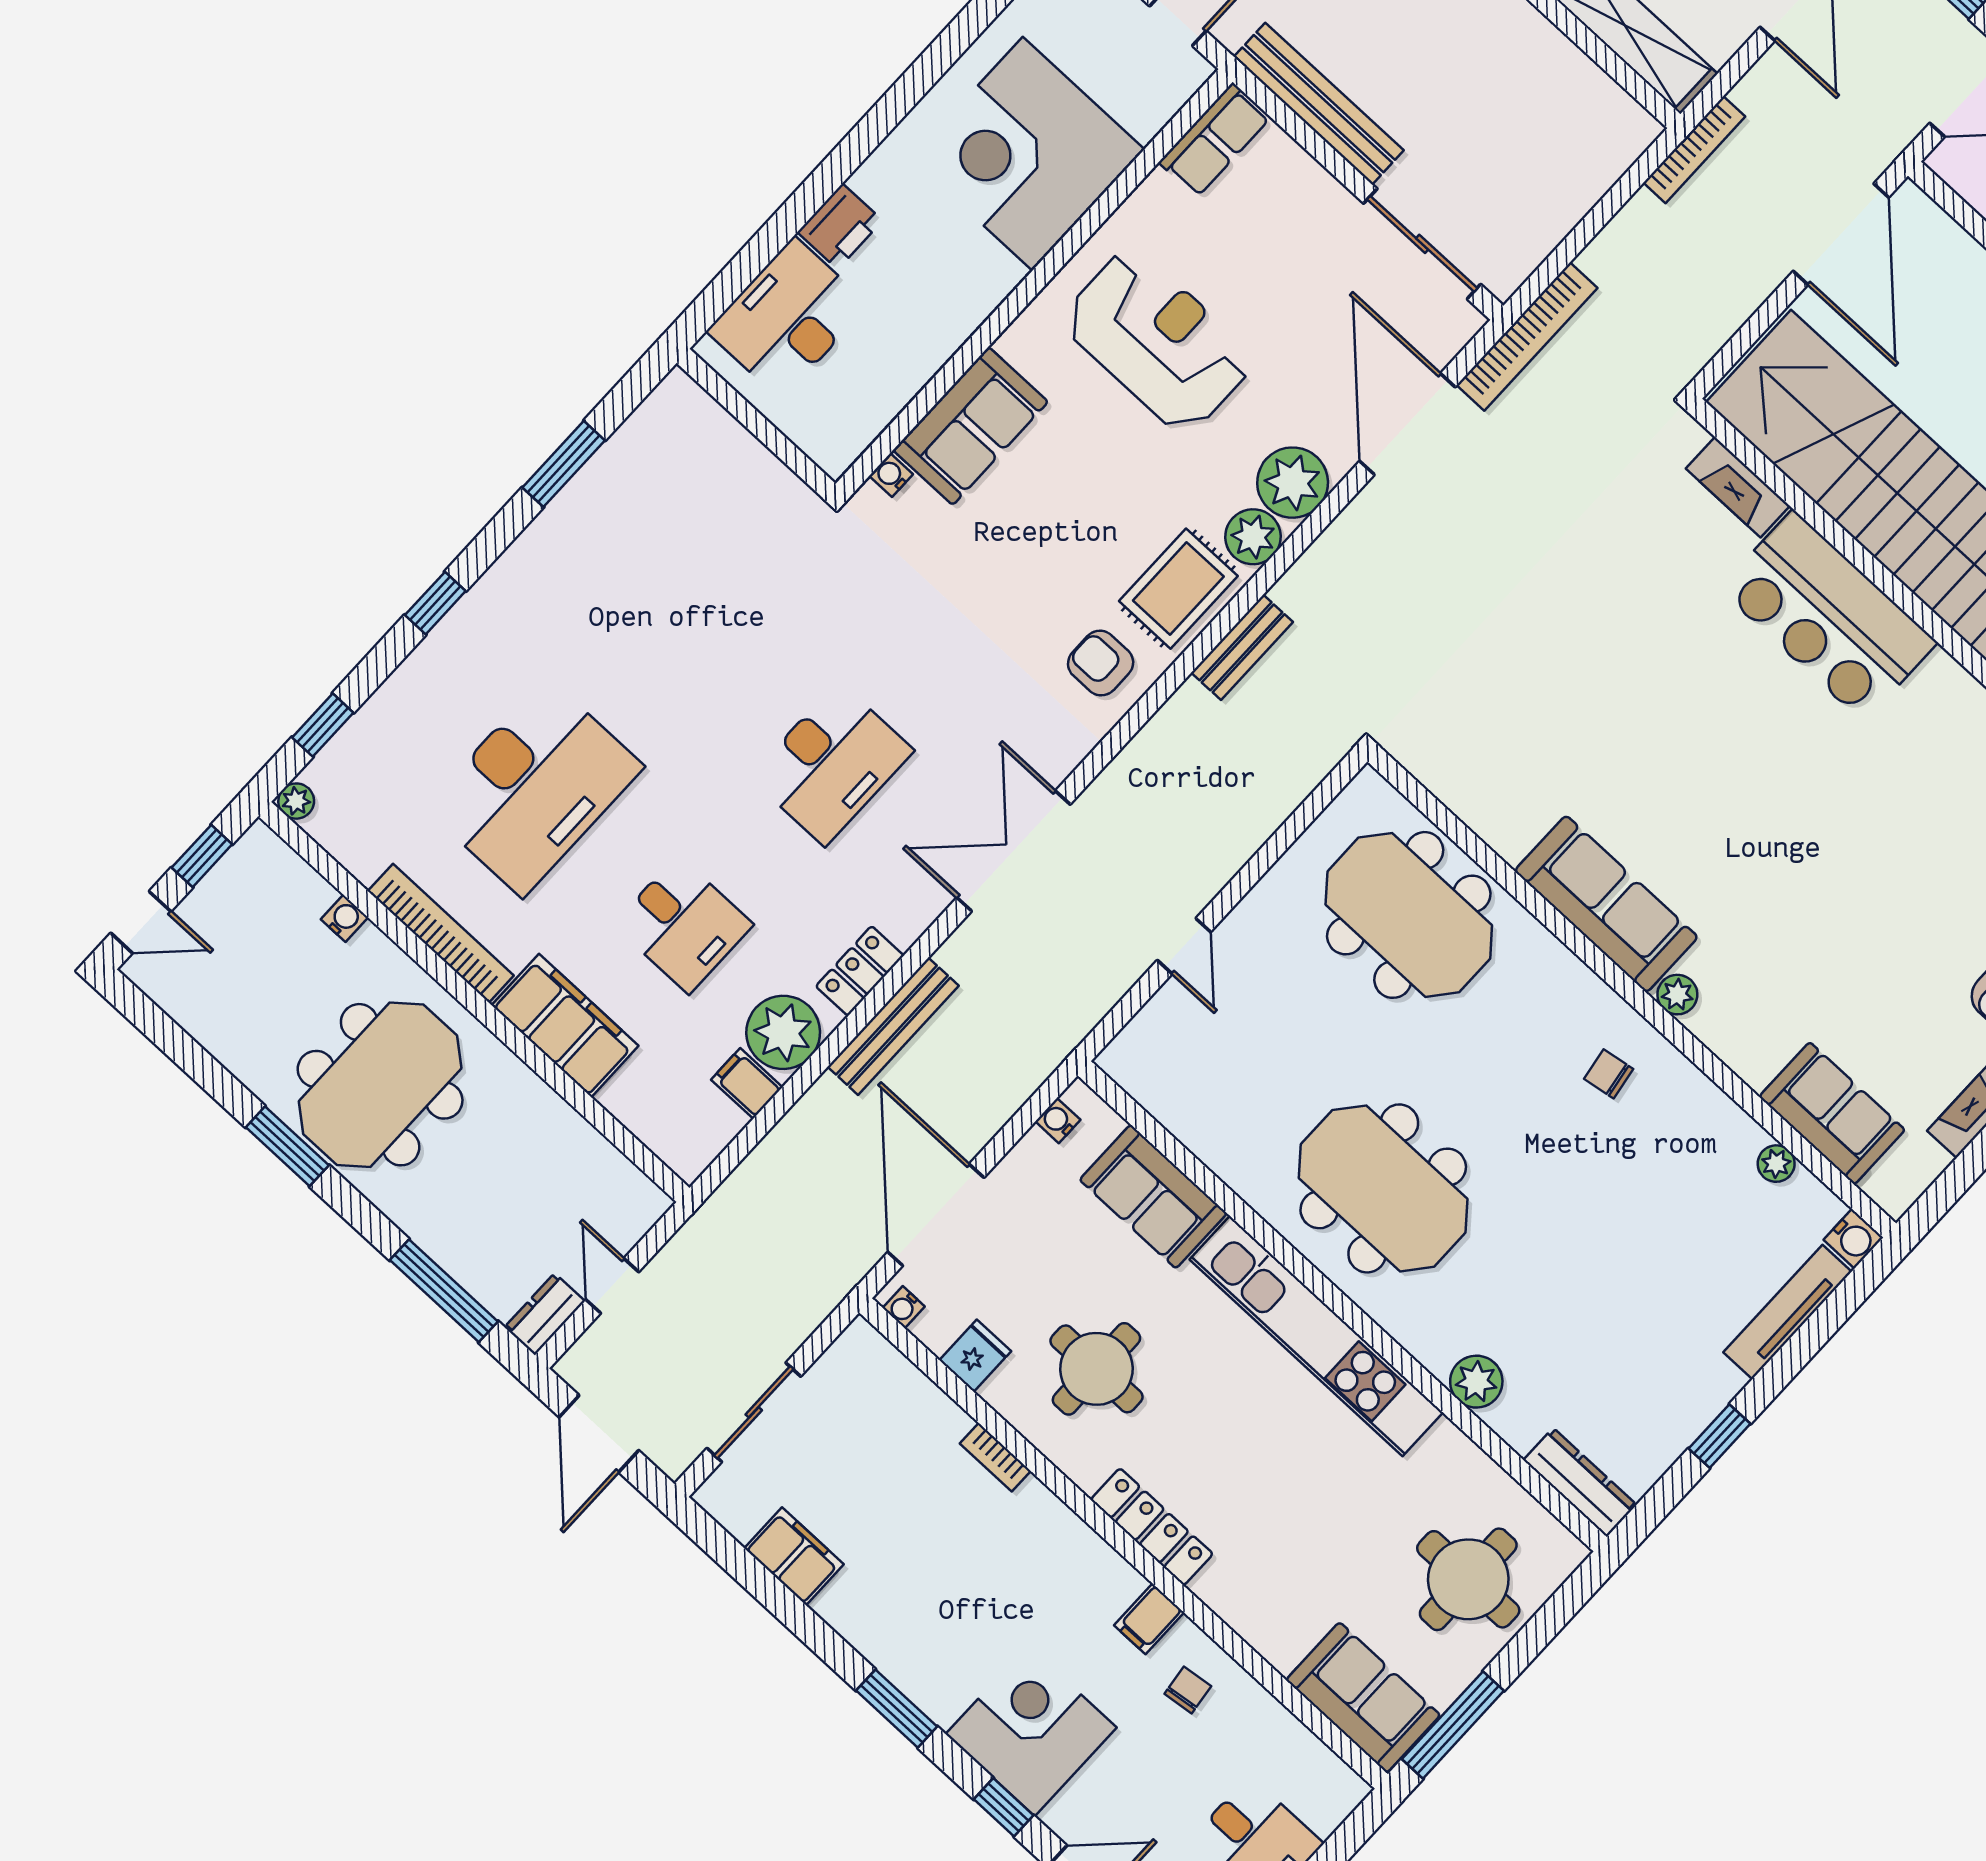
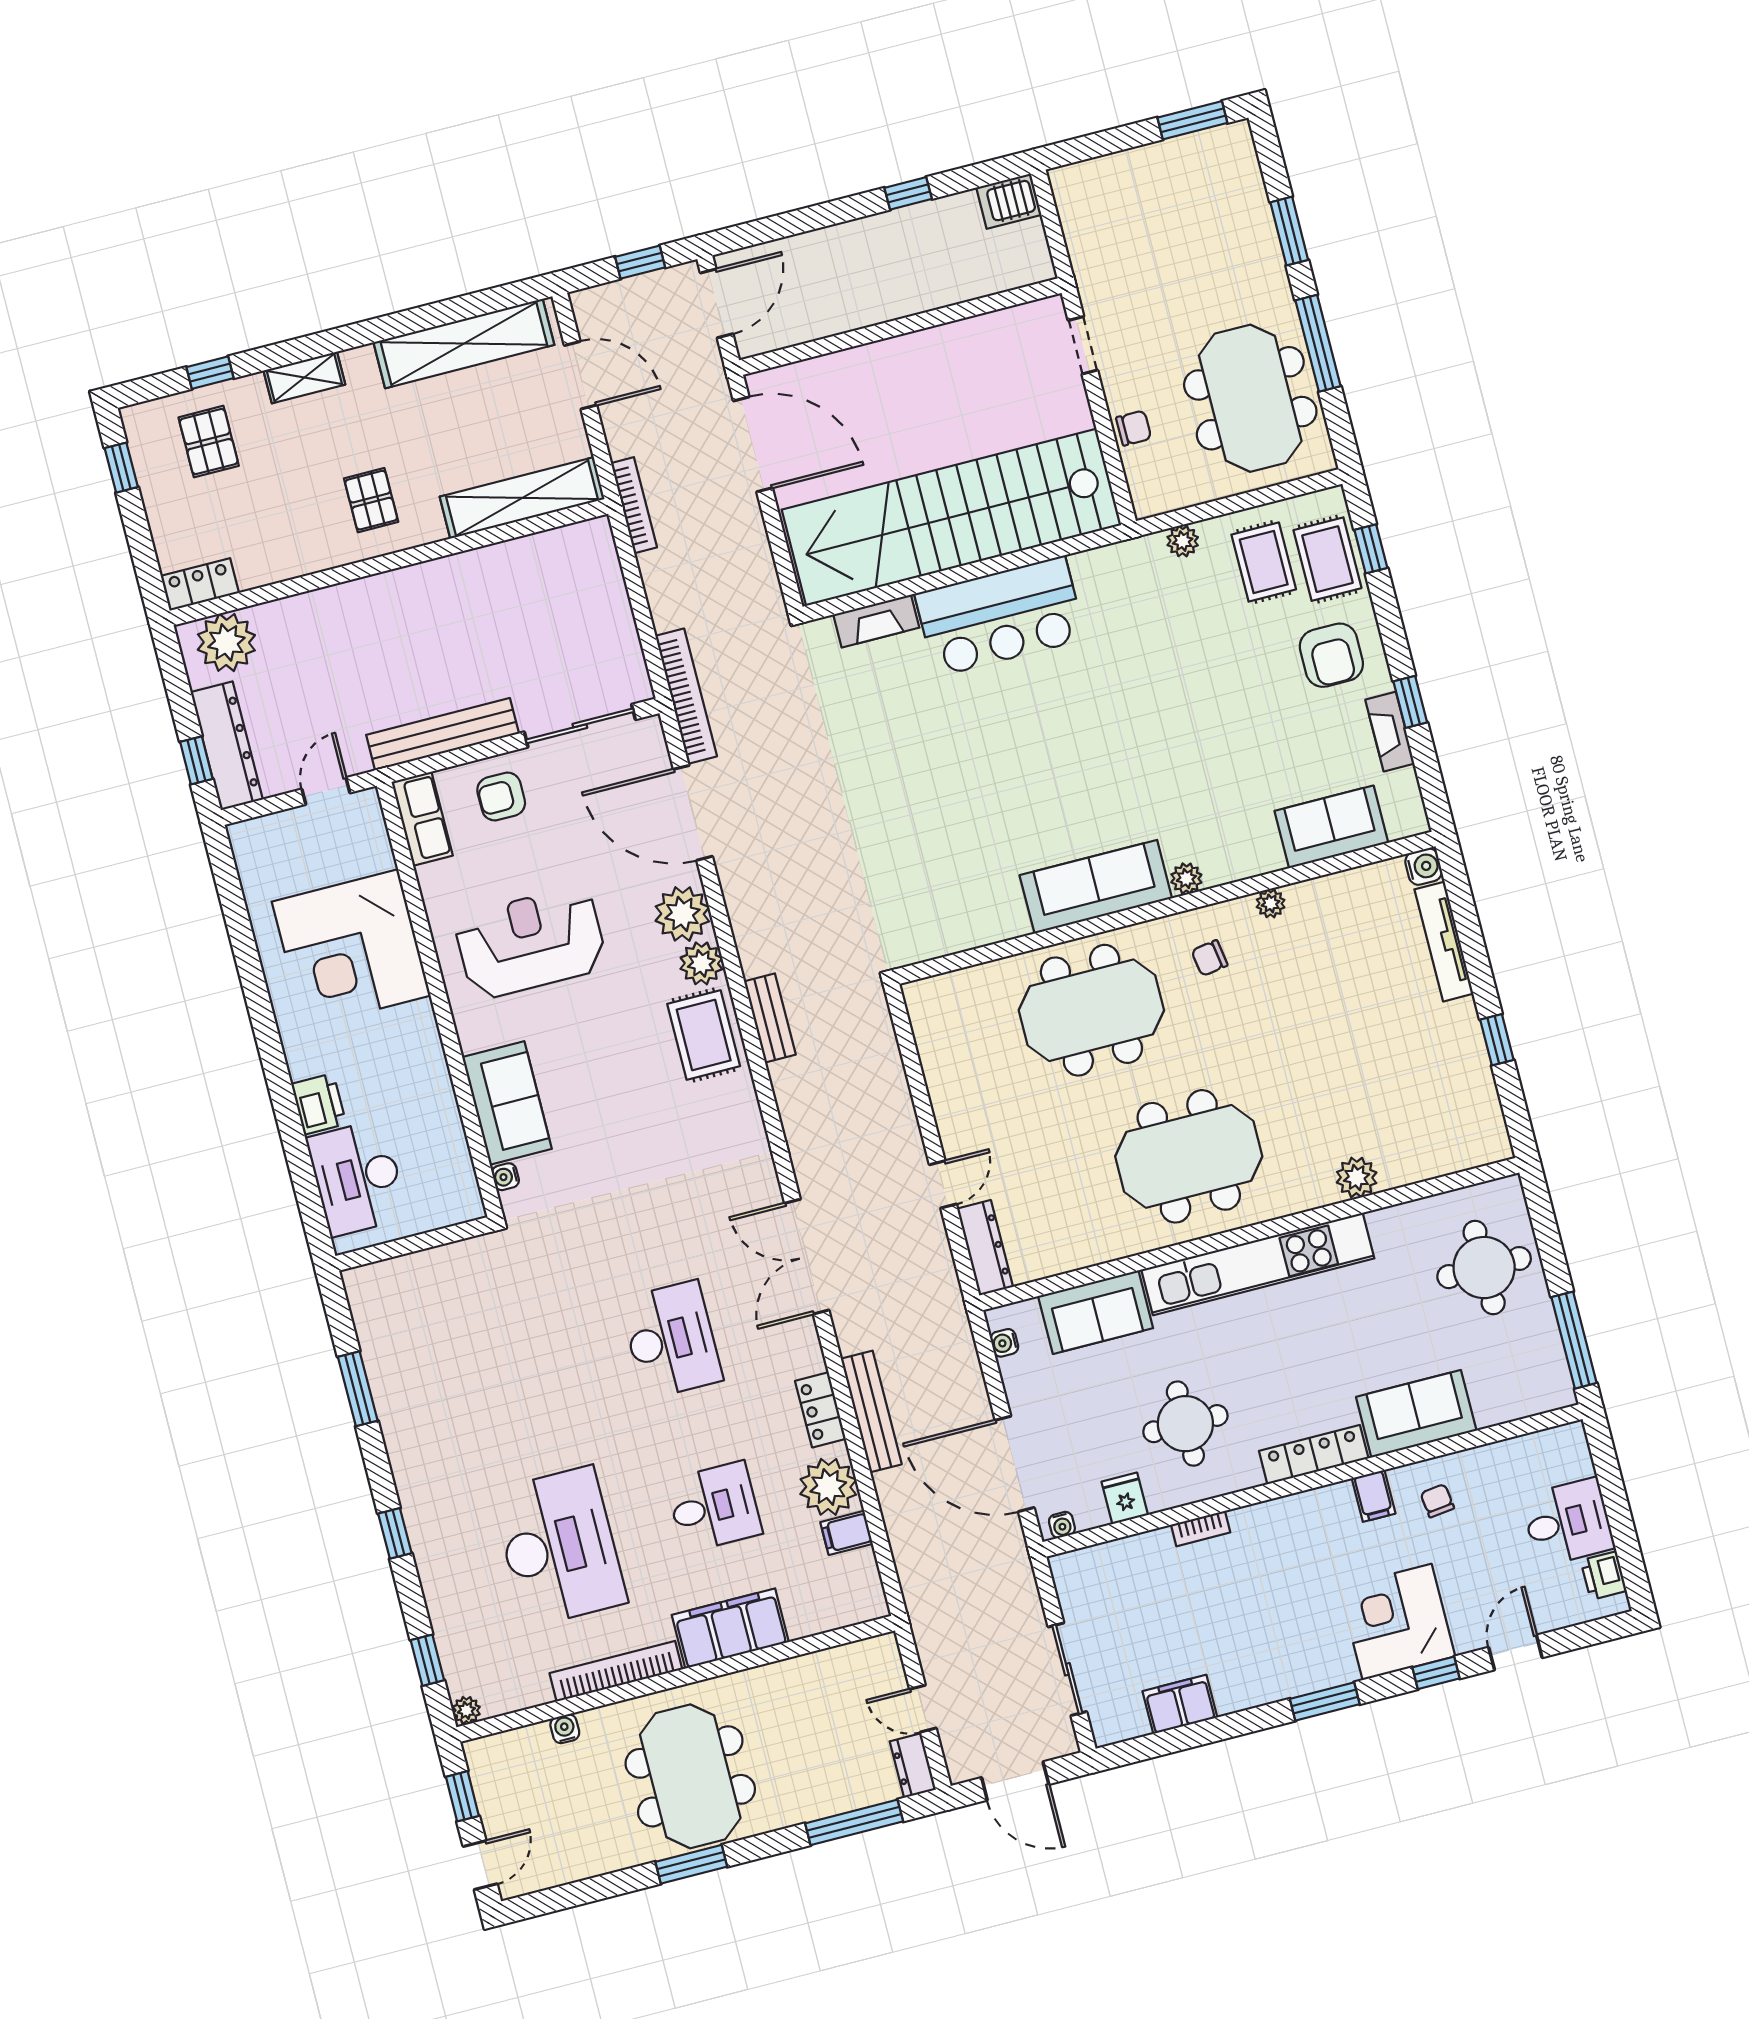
armchair: (1101, 663) -> (501, 797), moved
meeting table: (1409, 915) -> (1091, 1010), moved
door: (1184, 946) -> (943, 1184), hinge flipped
plant: (1776, 1164) -> (1271, 903), moved
dresser: (1580, 1482) -> (985, 1248), moved, turned 90
sofa: (1363, 1698) -> (1416, 1414), moved

